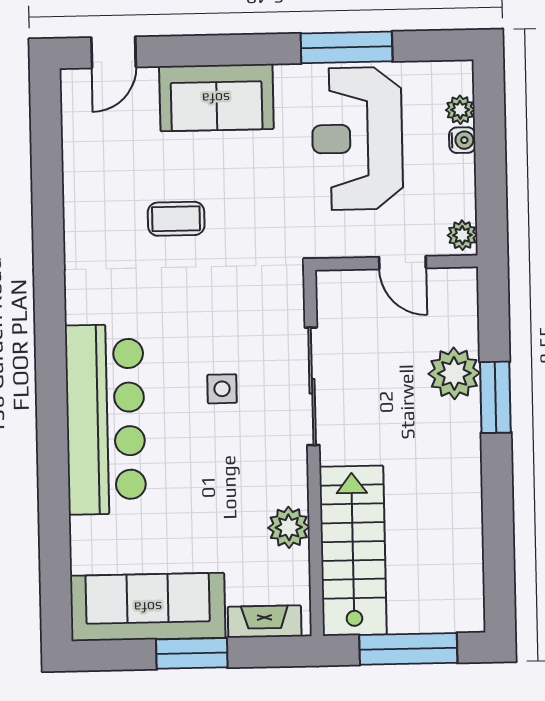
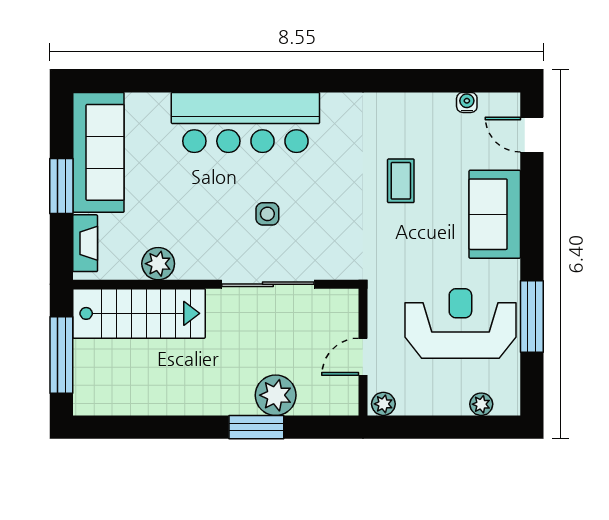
water cooler: (462, 140) -> (467, 102), moved, turned 180

